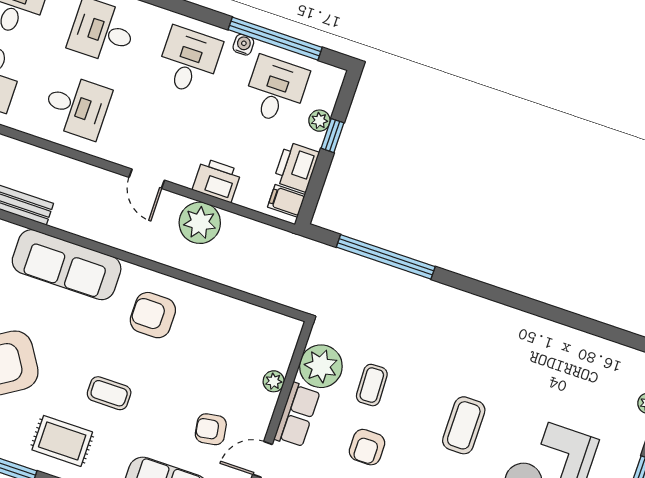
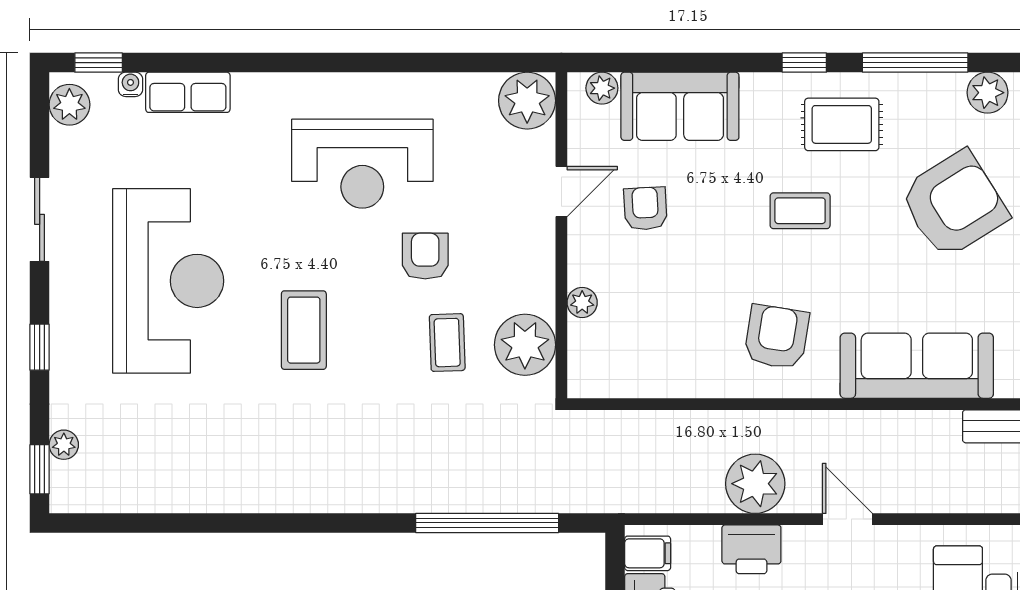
armchair: (153, 315) -> (777, 337), turned -81
row of seats: (297, 415) -> (535, 267), removed
armchair: (211, 429) -> (645, 209), turned -84

